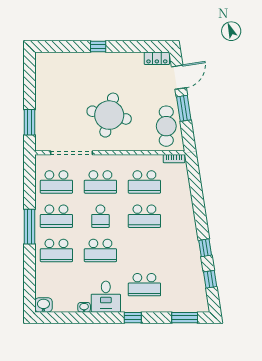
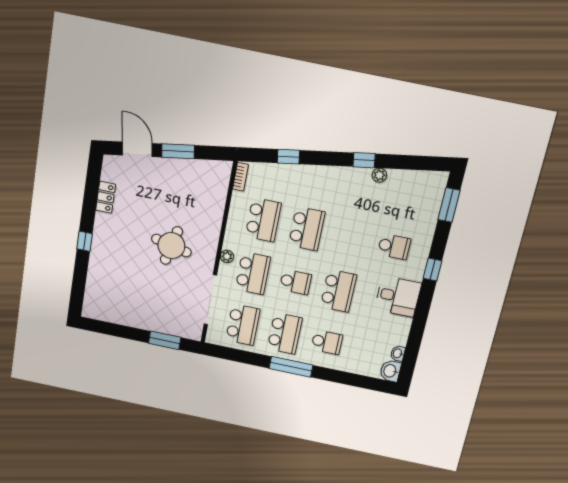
locker: (157, 58) -> (106, 197), moved
round table: (109, 115) -> (171, 246), width x0.73, depth x0.73
cafe table: (166, 126) -> (197, 178), removed
plant: (110, 160) -> (227, 256), added
school desk: (56, 250) -> (327, 342), width x0.54
plant: (196, 261) -> (379, 175), added
window: (210, 279) -> (288, 157), moved
school desk: (144, 285) -> (394, 247), width x0.54
washbasin: (84, 307) -> (398, 353), moved

